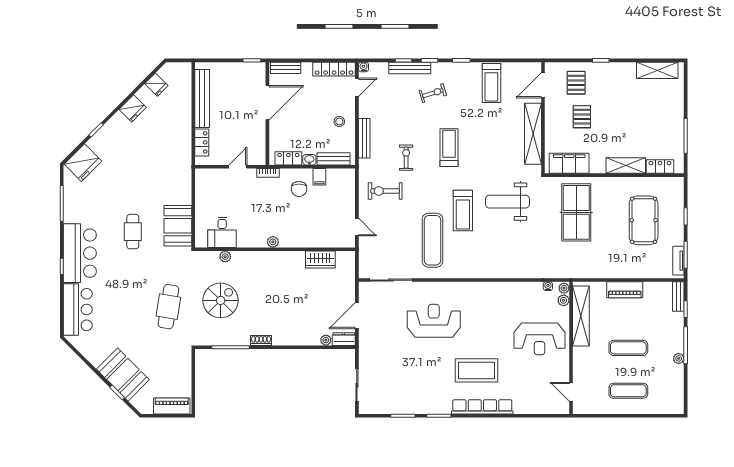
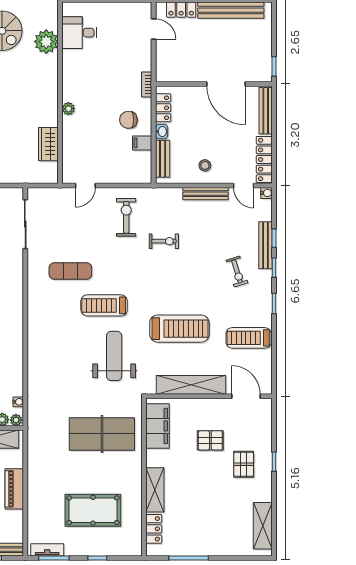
bench: (286, 68) -> (266, 111), width x1.36
pallet: (576, 83) -> (244, 464), moved, turned 90
bench: (364, 138) -> (206, 194), moved
treadmill: (449, 148) -> (179, 329), moved, width x1.37, depth x1.38
door: (238, 167) -> (154, 29), moved
exercise mat: (432, 240) -> (70, 271), width x0.73, depth x0.69
plant: (273, 242) -> (68, 109), moved
plant: (225, 257) -> (46, 42), width x1.88, depth x1.88

